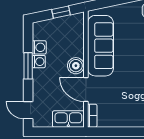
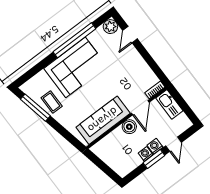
window: (61, 12) -> (101, 164), removed
washing machine: (39, 47) -> (155, 146), moved
door: (28, 110) -> (174, 144), moved

